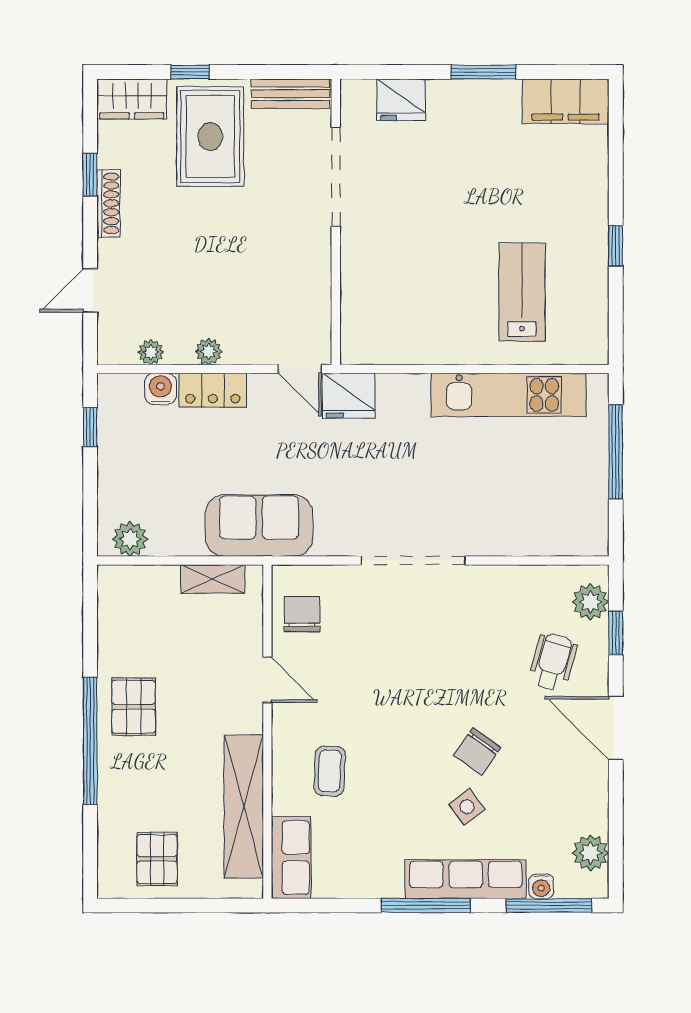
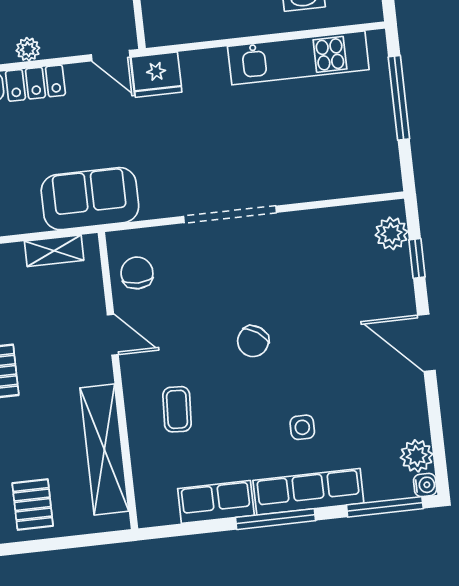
wheelchair: (553, 662) -> (364, 290), removed
chair: (477, 751) -> (253, 341), moved
side table: (467, 807) -> (302, 427), turned 37
row of seats: (291, 858) -> (216, 502), moved, turned -90
water cooler: (541, 886) -> (425, 485), moved, turned -90

